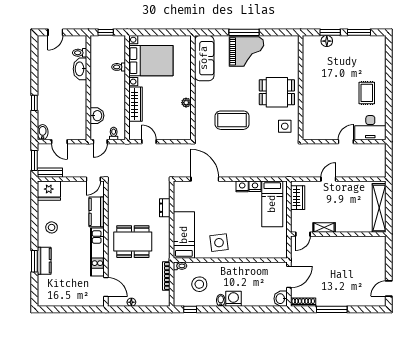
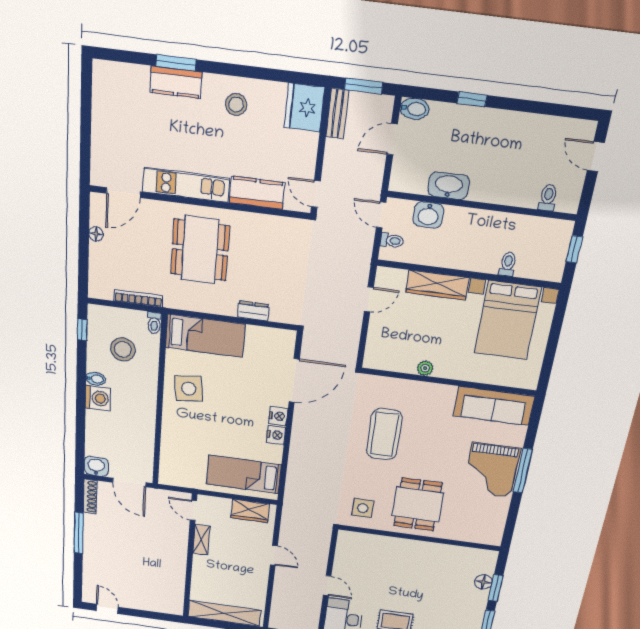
washbasin: (80, 69) -> (449, 186), moved
nightstand: (255, 186) -> (278, 416), moved

